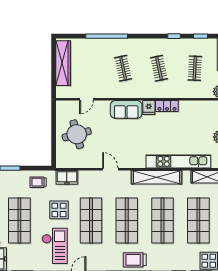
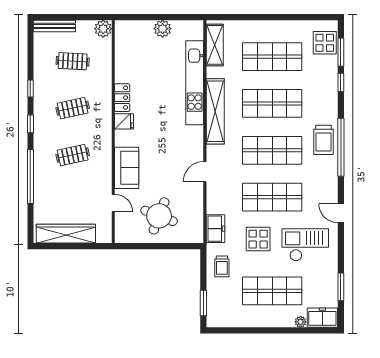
window: (201, 36) -> (30, 124), moved
sofa: (126, 110) -> (127, 168), moved
round table: (77, 134) -> (159, 216), turned 36

